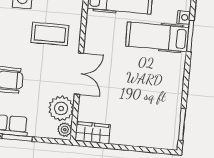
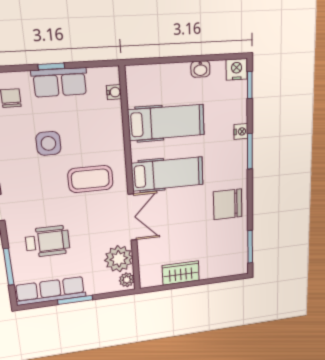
hospital bed: (157, 37) -> (168, 174), moved, turned 180
chair: (165, 79) -> (228, 204), added
wardrobe: (93, 133) -> (181, 273), moved

